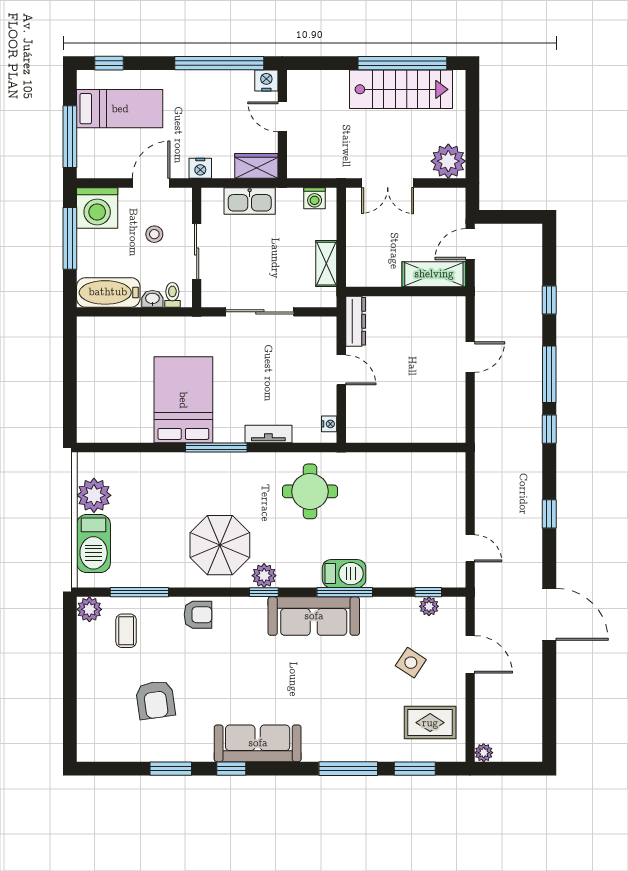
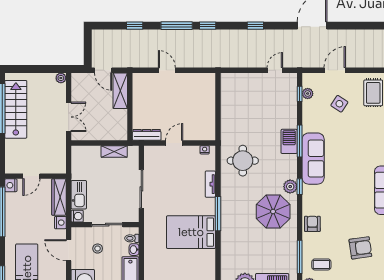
plant: (448, 161) -> (61, 78), width x0.53, depth x0.53
wardrobe: (256, 166) -> (59, 197), width x1.50
washing machine: (315, 198) -> (77, 216), moved

